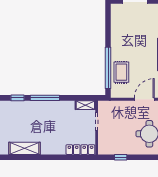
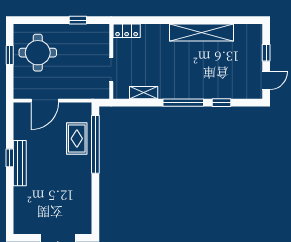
shelving: (85, 105) -> (144, 93), moved
shelving: (25, 148) -> (201, 32), width x1.47
locker: (80, 150) -> (127, 31), width x0.66

